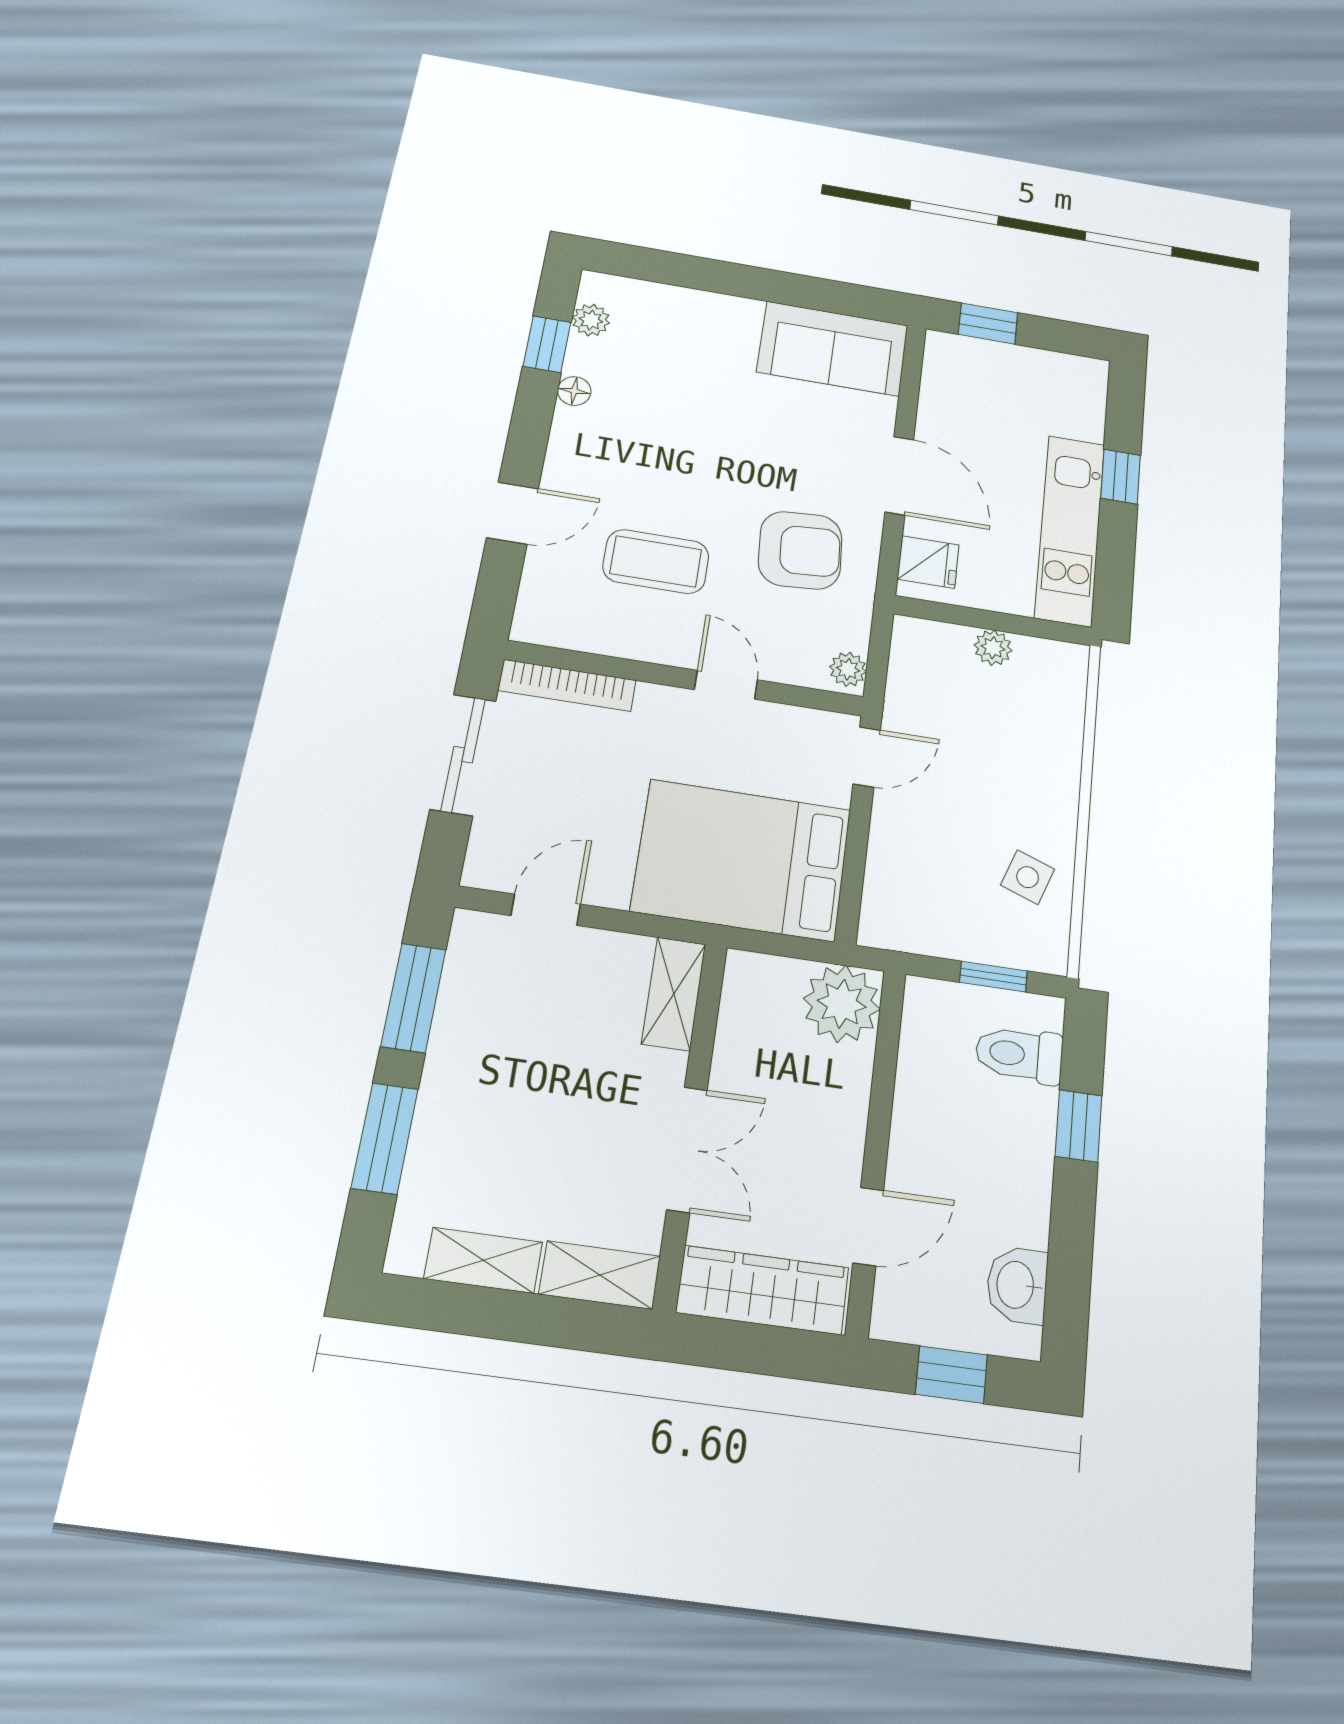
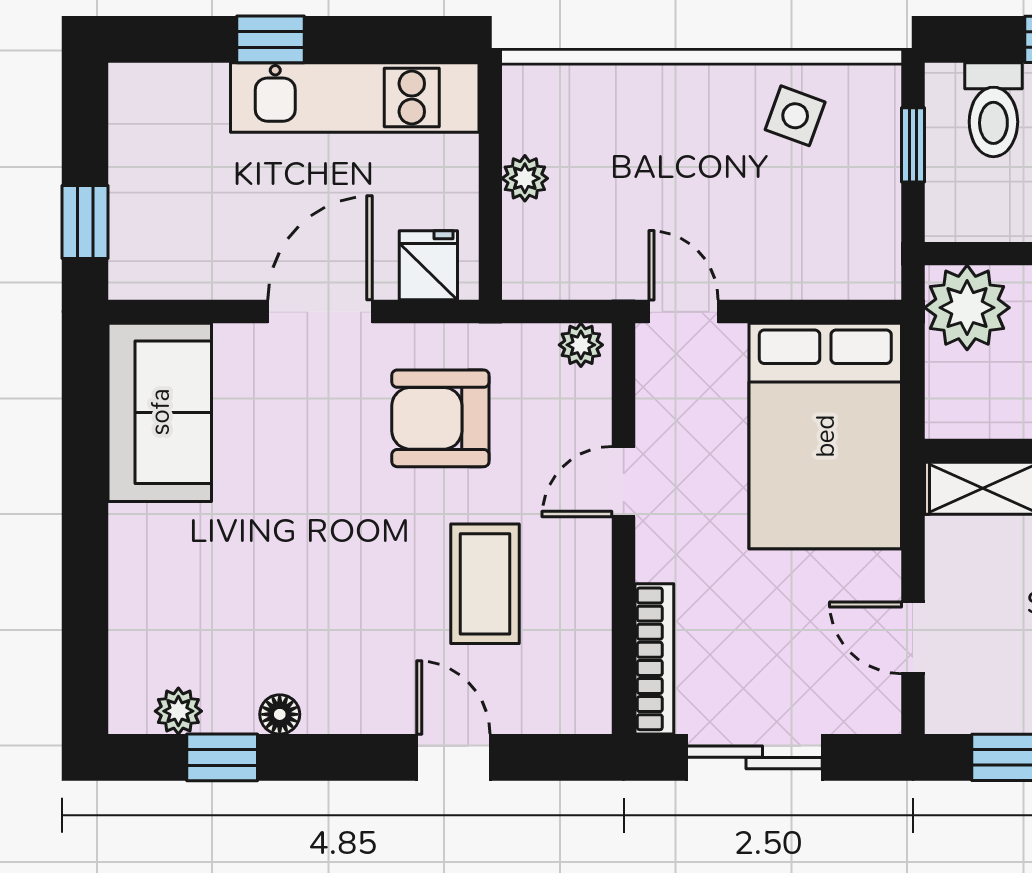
armchair: (800, 550) -> (440, 418), turned -86

